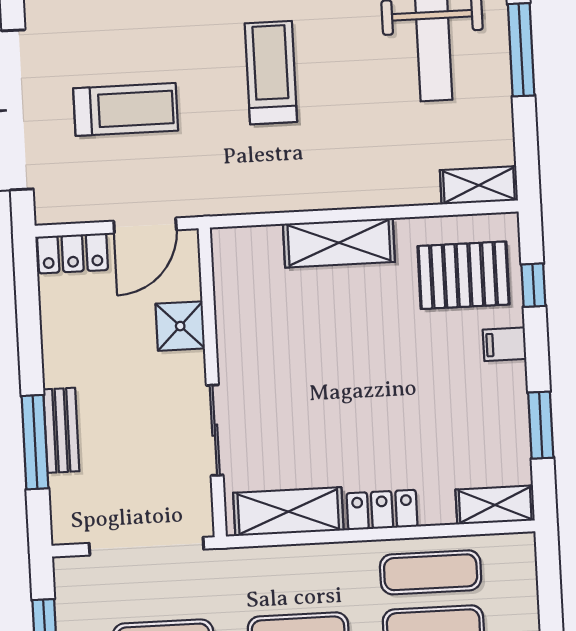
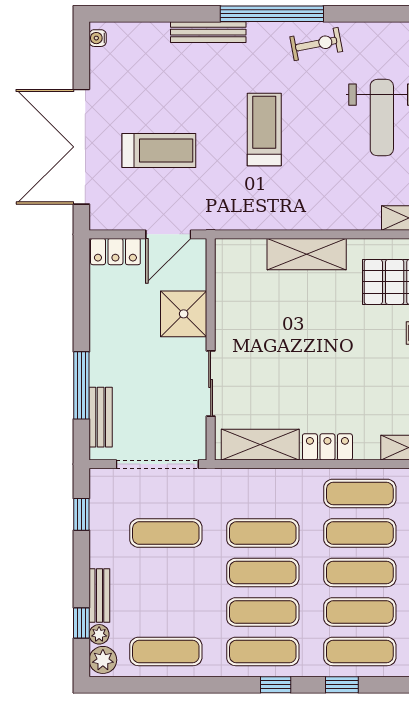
shower: (180, 326) -> (184, 314), width x1.36, depth x1.36
bench: (61, 430) -> (101, 417), moved

